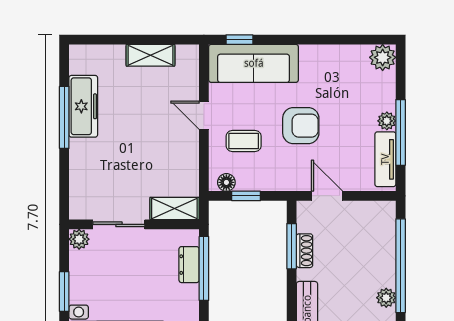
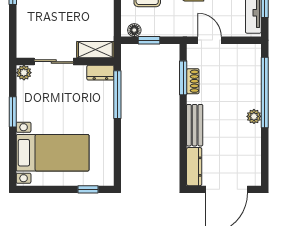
dresser: (189, 265) -> (100, 73), moved, turned -90

